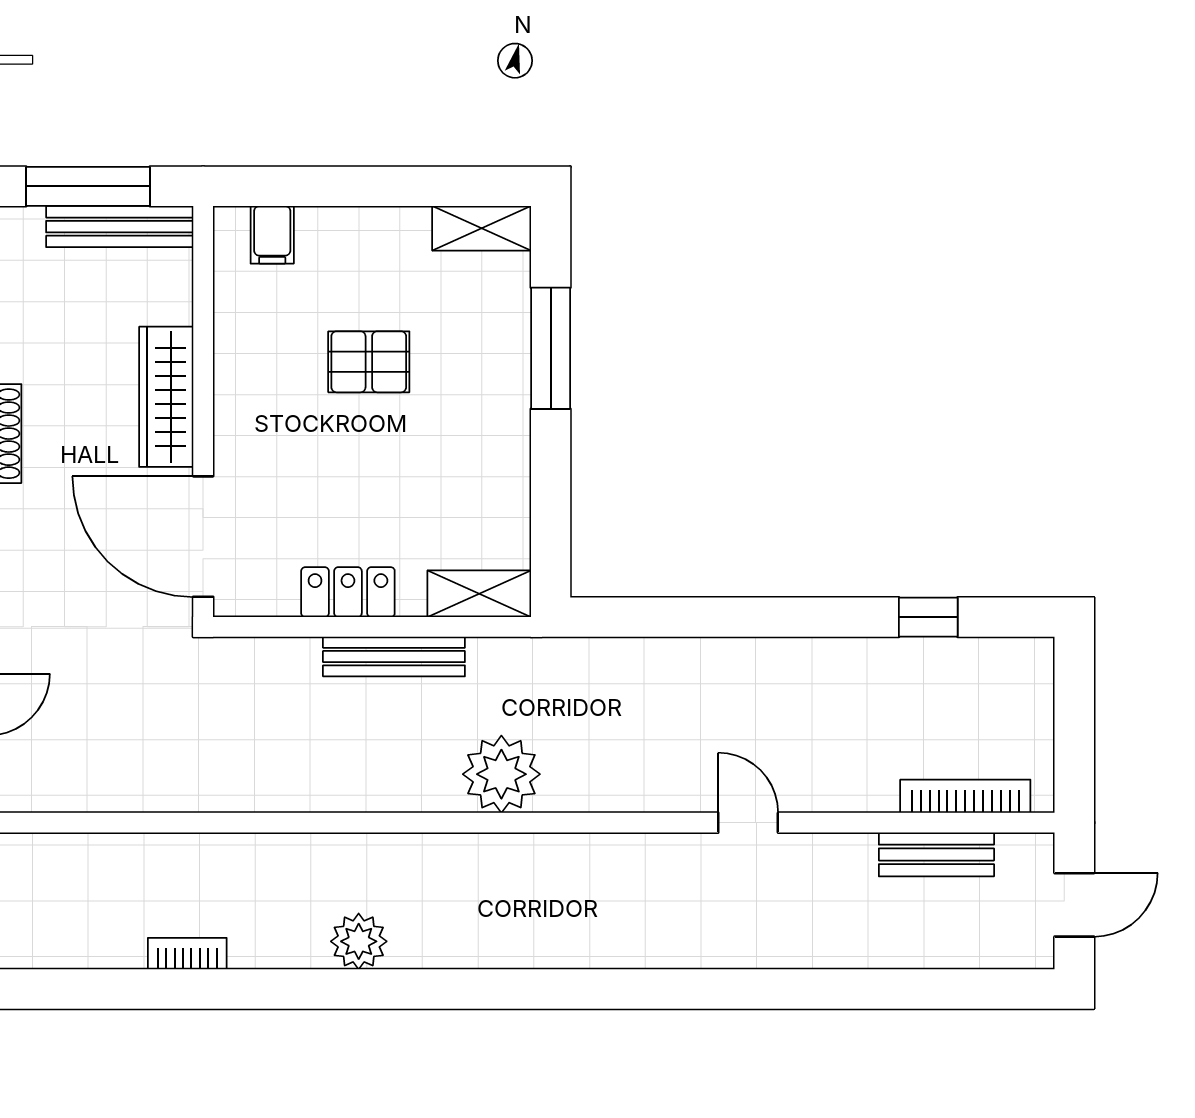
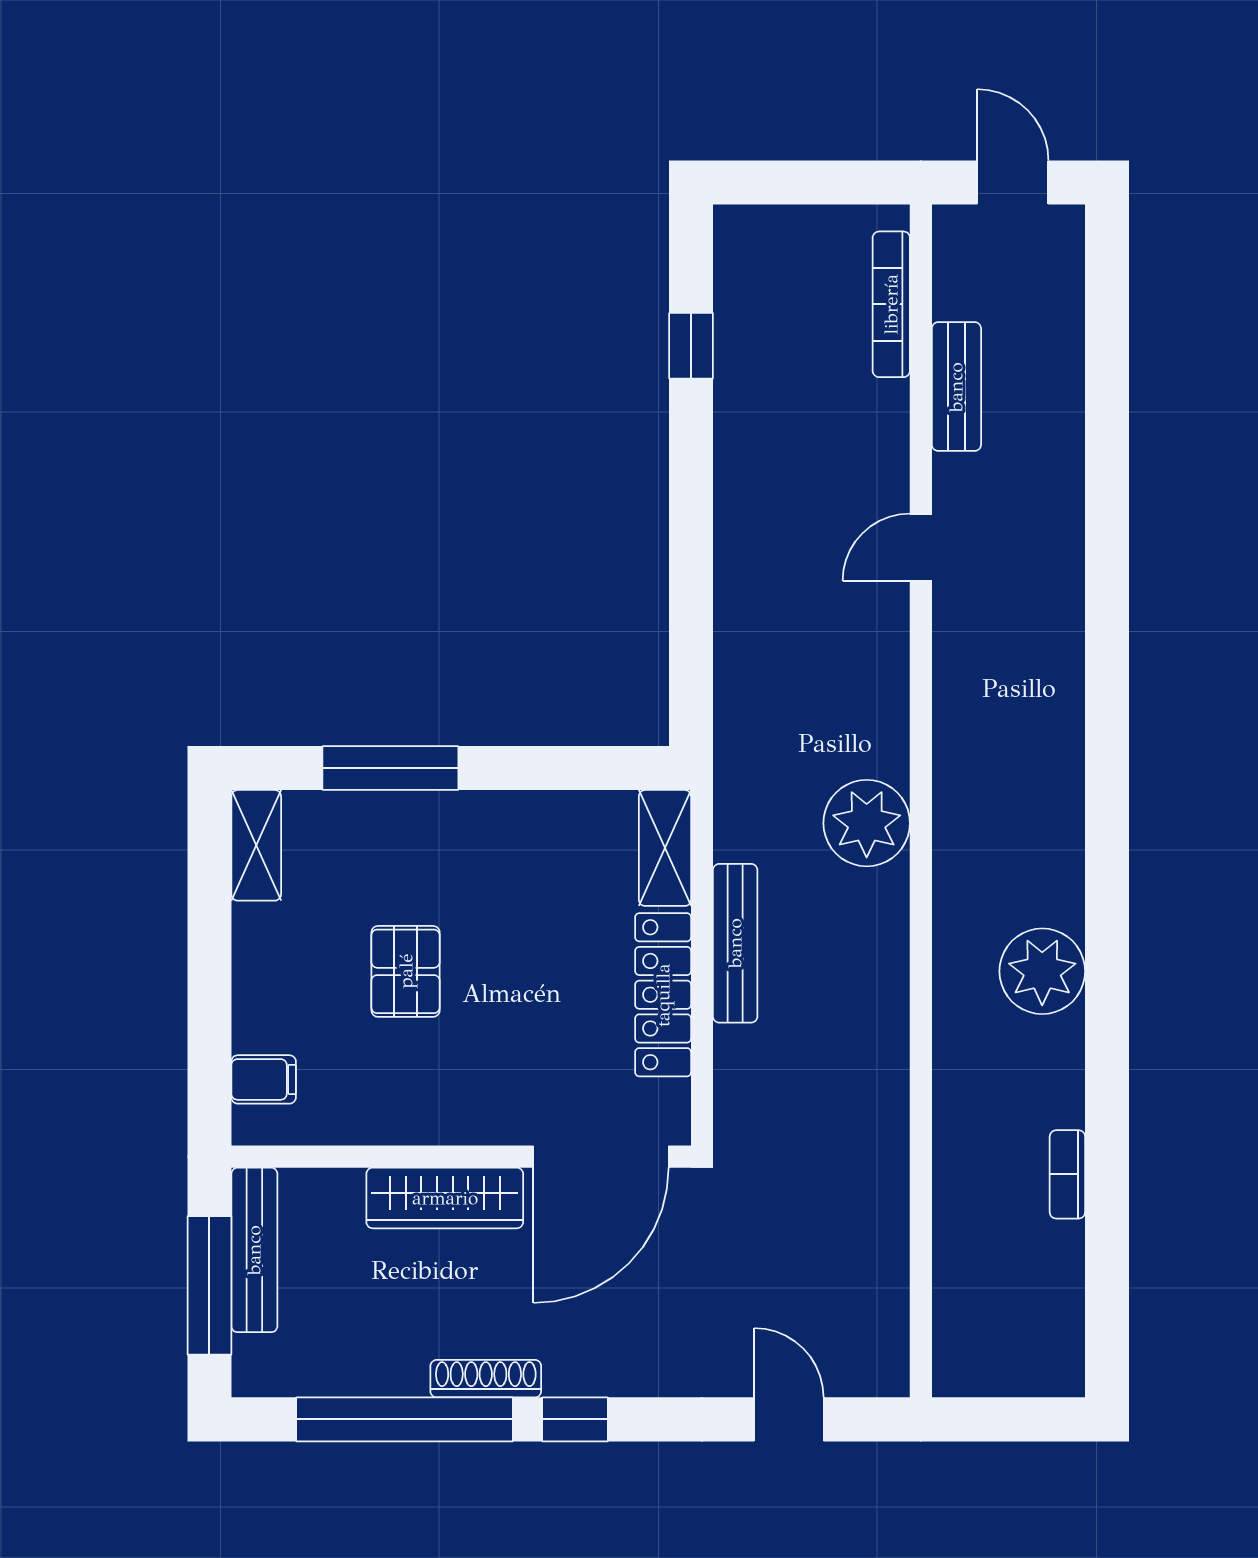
locker: (348, 592) -> (663, 995), width x1.53
bench: (936, 854) -> (956, 387), moved
plant: (359, 941) -> (1042, 971), width x1.36, depth x1.36

